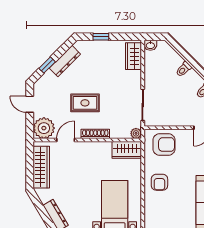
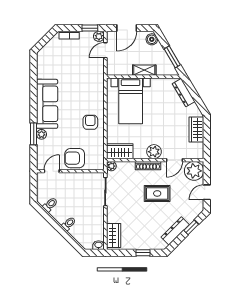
door: (30, 104) -> (207, 192), swing flipped
armchair: (164, 145) -> (75, 158), moved
plant: (89, 149) -> (154, 152), added
wardrobe: (41, 167) -> (196, 129), width x0.67

